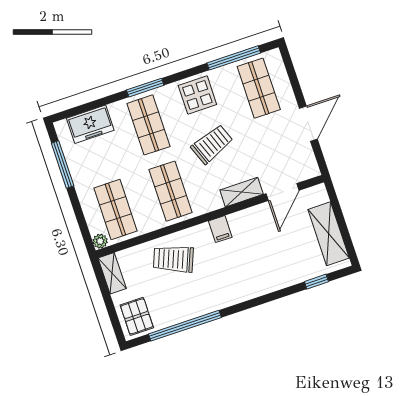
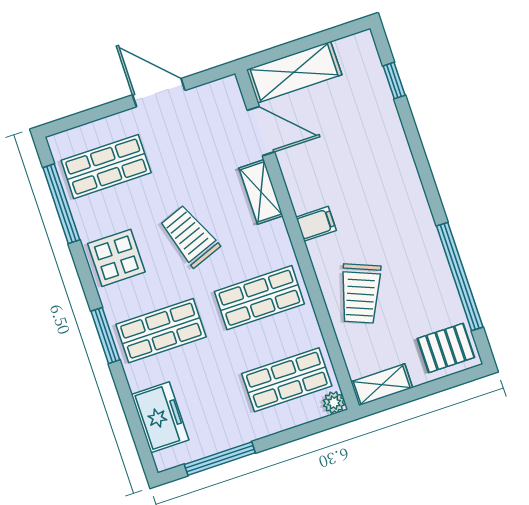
shelving: (329, 234) -> (294, 72), moved

